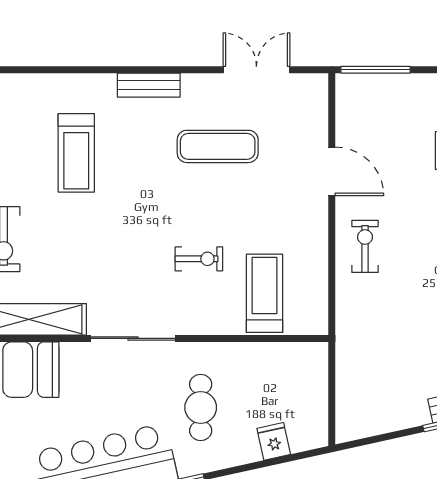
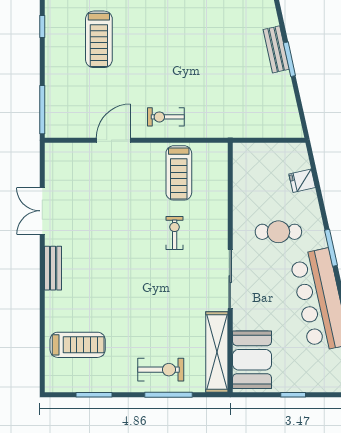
double door: (256, 70) -> (42, 211), moved
exercise mat: (218, 146) -> (96, 220), removed
treadmill: (76, 153) -> (78, 345), moved
treadmill: (264, 293) -> (179, 173), moved, turned -90

